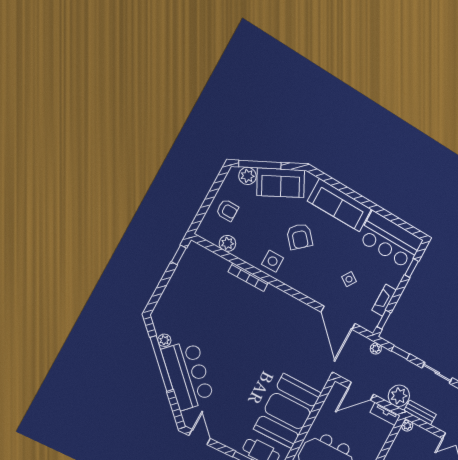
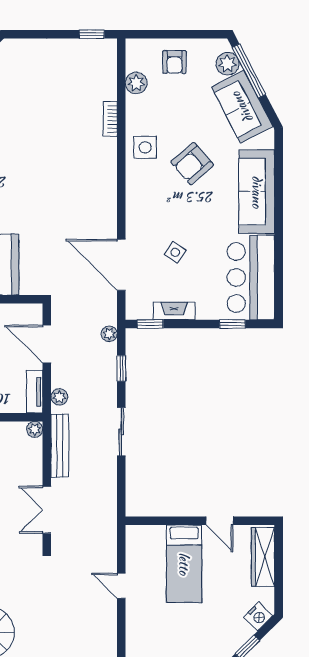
bookcase: (248, 277) -> (110, 119), width x0.64
door: (338, 318) -> (121, 265), hinge flipped
plant: (399, 396) -> (59, 397), width x0.53, depth x0.53
bench: (420, 413) -> (60, 446), width x1.36

